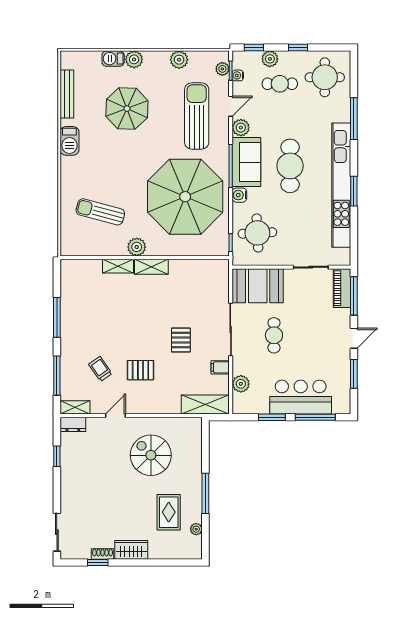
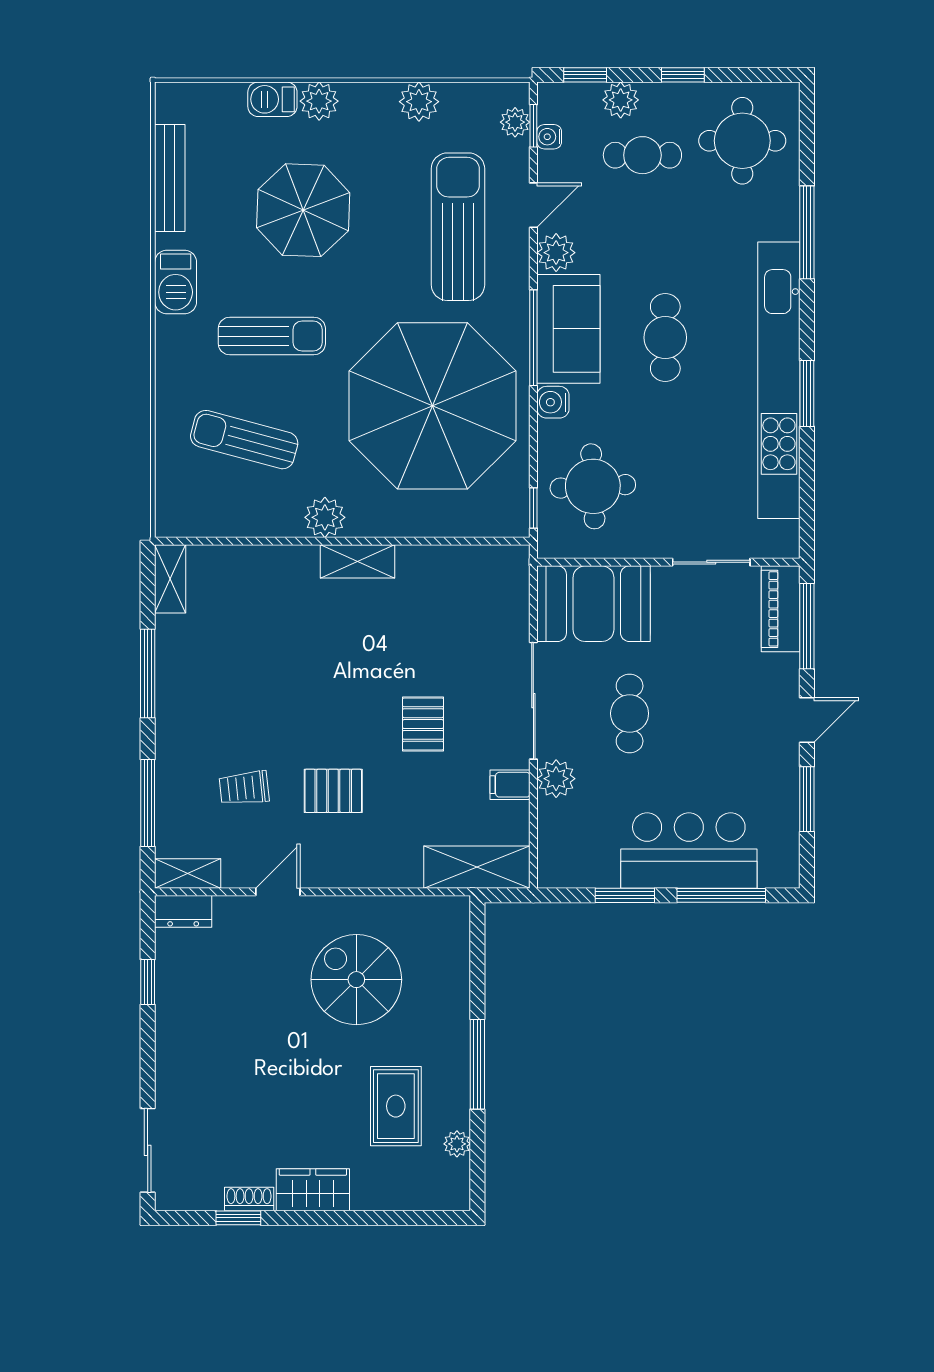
sun lounger: (113, 165) -> (272, 336), added
cafe table: (290, 166) -> (665, 338), width x0.73, depth x0.74
shelving: (118, 266) -> (170, 579), moved, turned 90
trolley: (100, 369) -> (244, 788), turned -61
plant: (241, 384) -> (556, 779), moved

